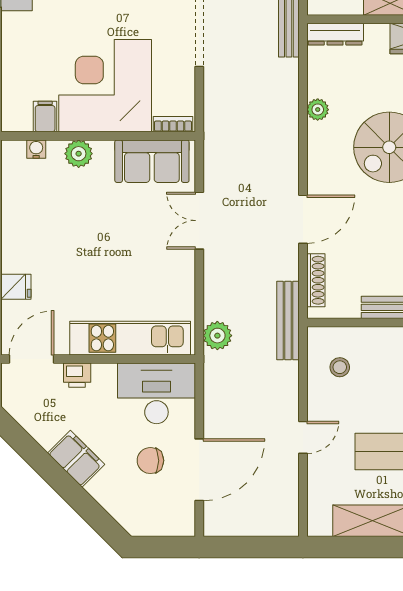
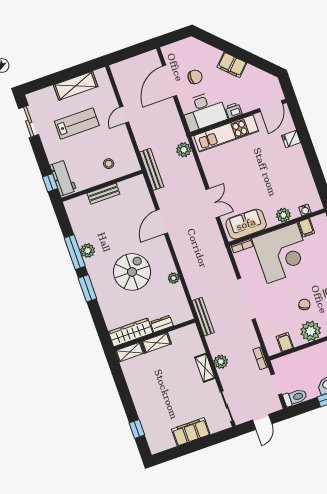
dresser: (335, 34) -> (162, 324), moved, width x0.70
shoe rack: (316, 280) -> (145, 194), removed
stool: (340, 367) -> (109, 164), moved
printer: (77, 375) -> (234, 110), moved

